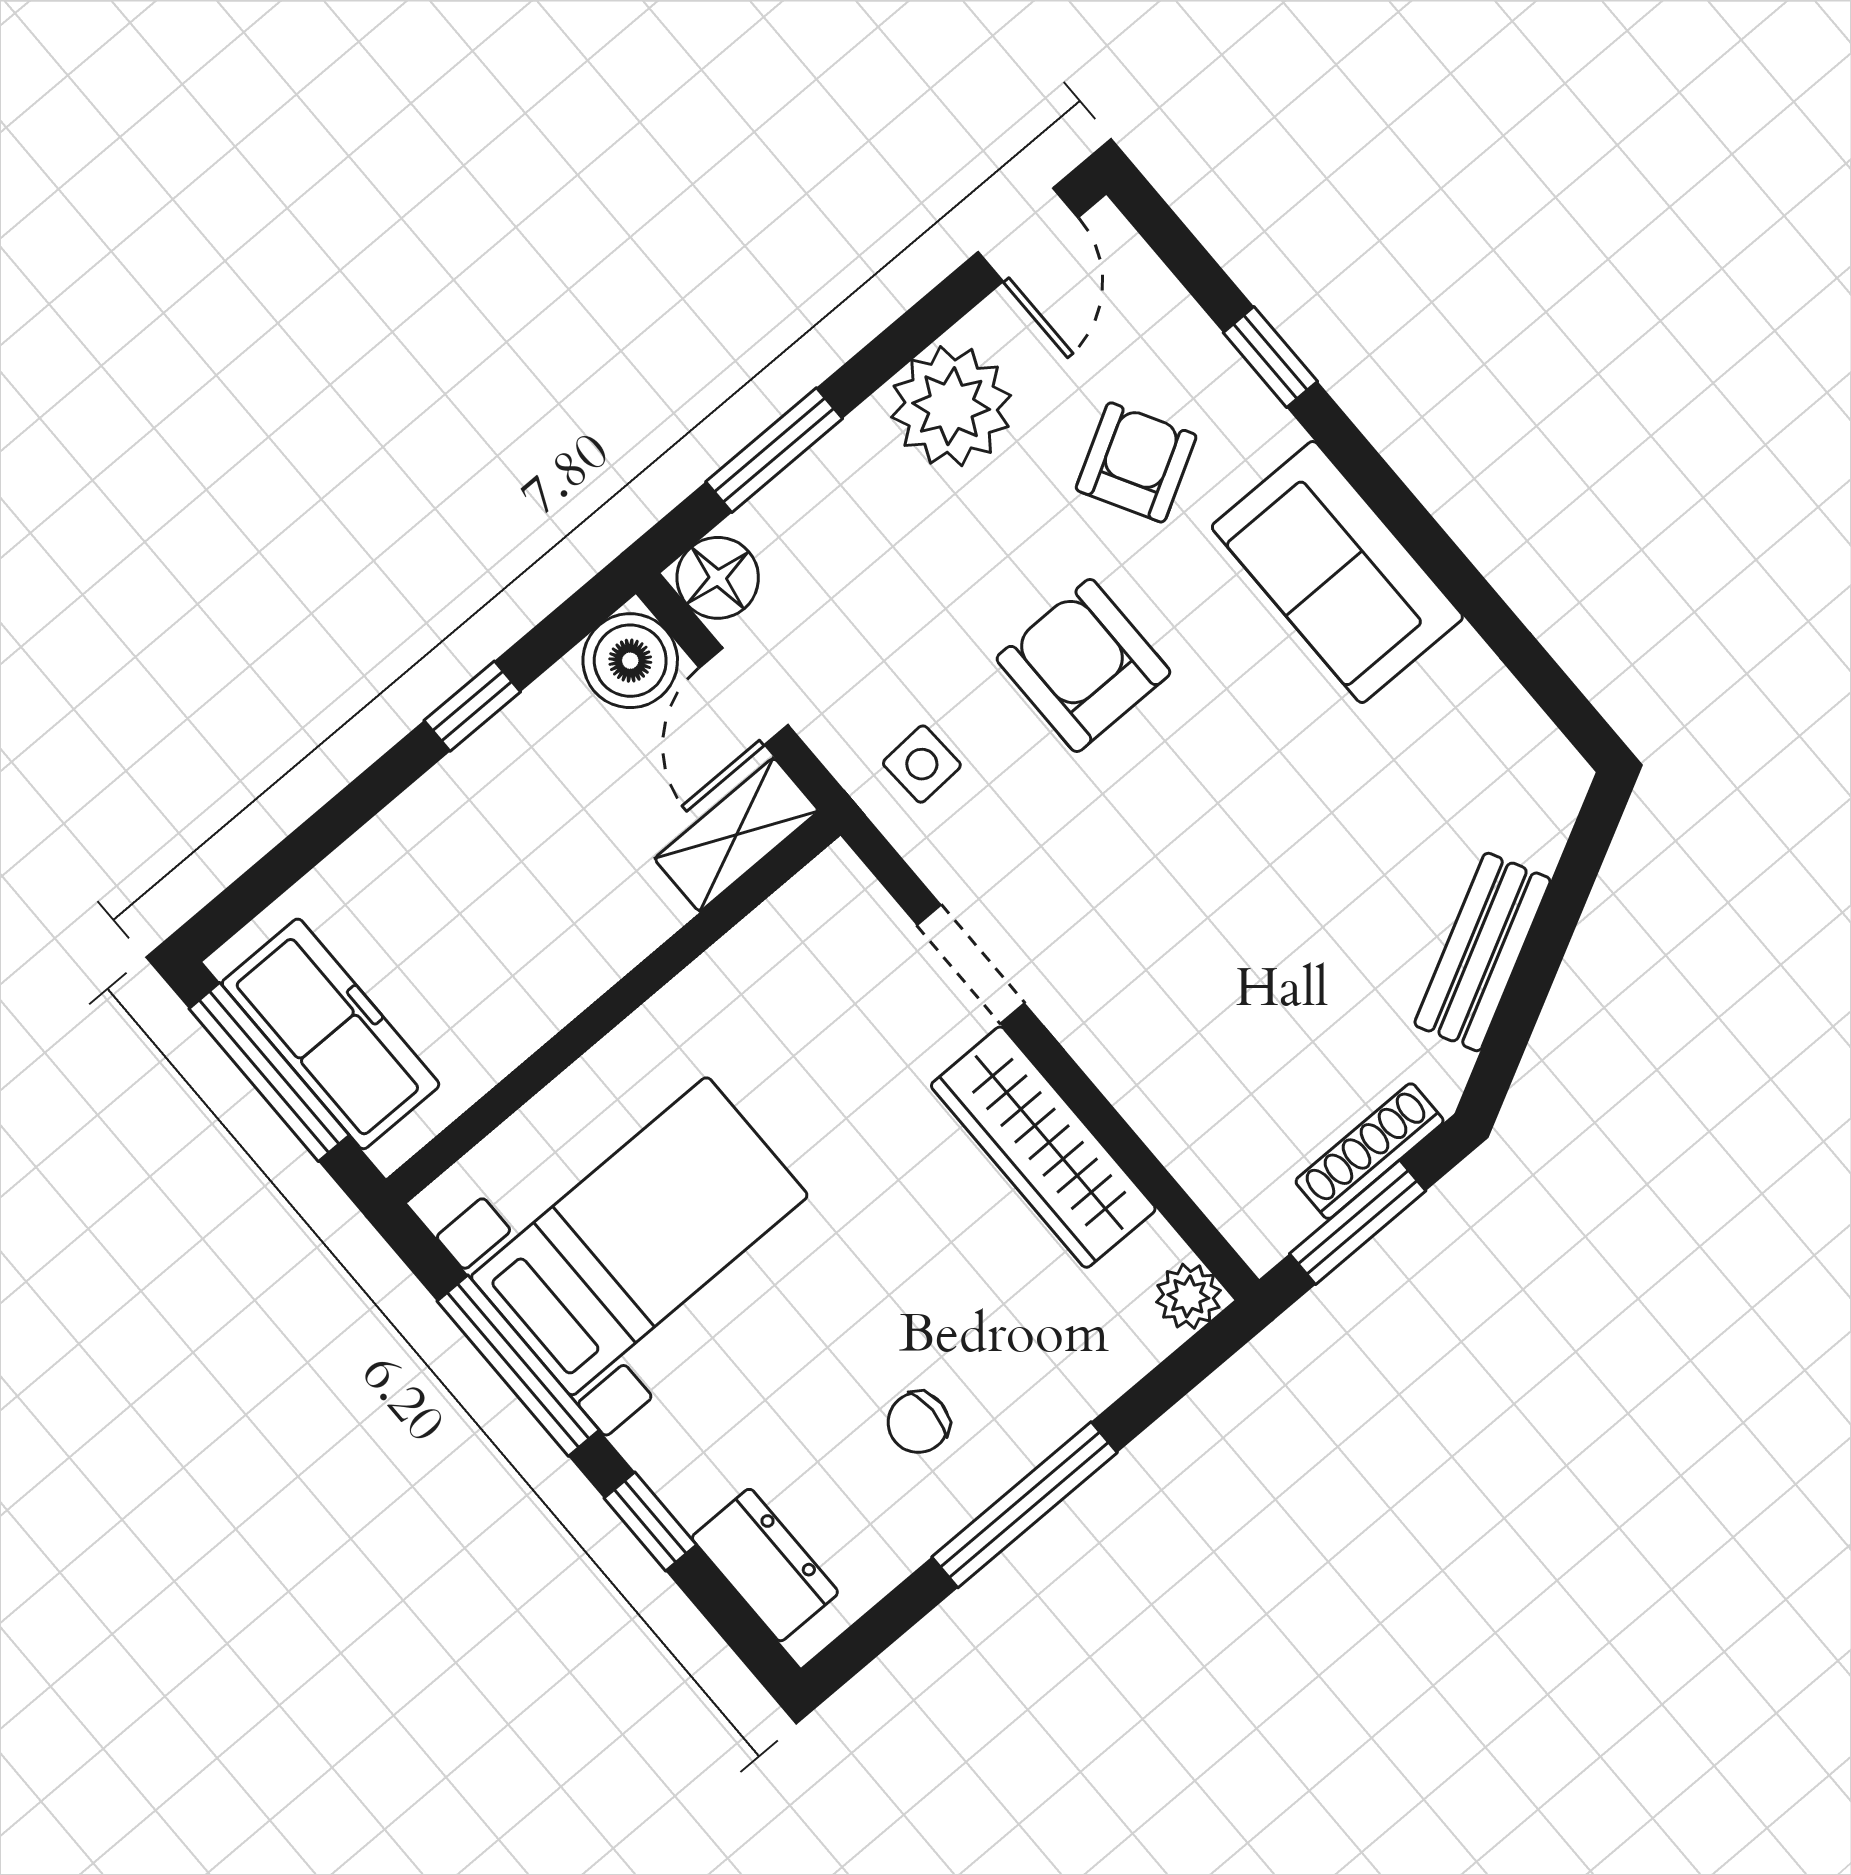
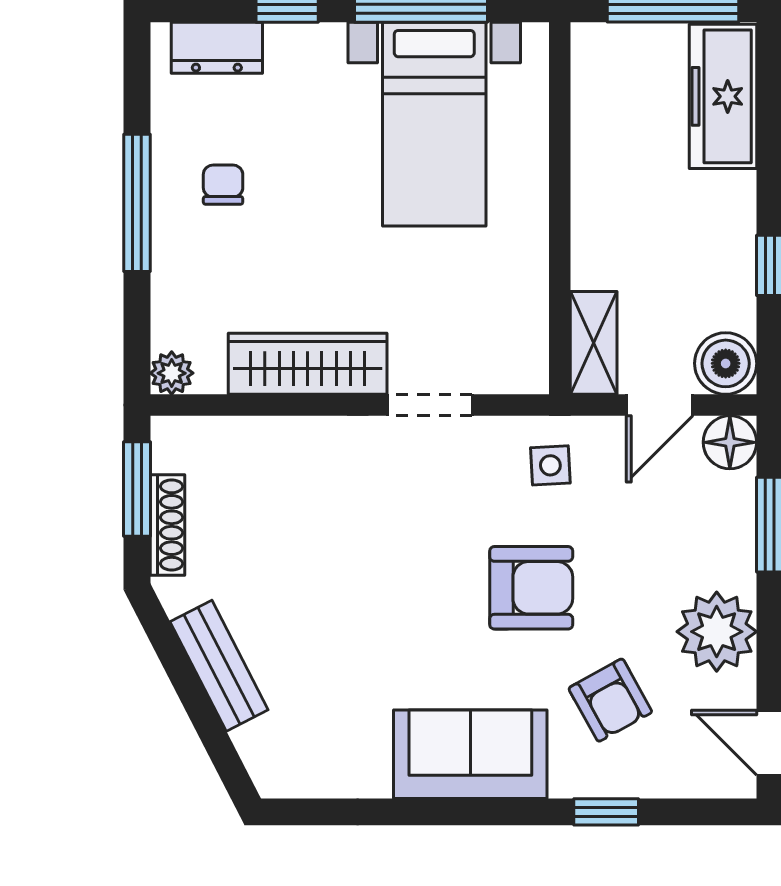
door: (744, 696) -> (660, 405), swing flipped
freezer: (331, 1034) -> (723, 96), moved, turned 90

